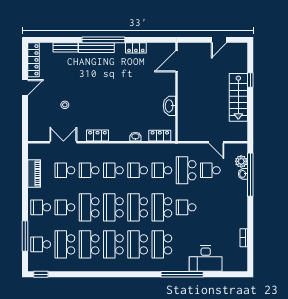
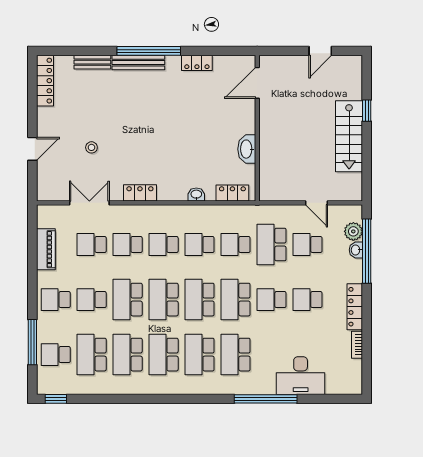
door: (25, 87) -> (32, 149), moved
school desk: (210, 207) -> (307, 300), added
locker: (242, 212) -> (355, 307), added

